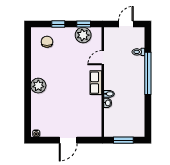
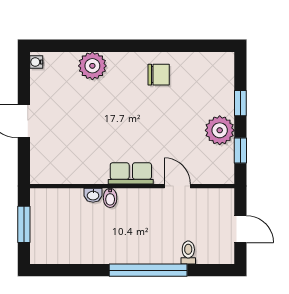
plant: (83, 35) -> (220, 130), moved
chair: (47, 42) -> (159, 75), moved
plant: (38, 86) -> (92, 66), moved

